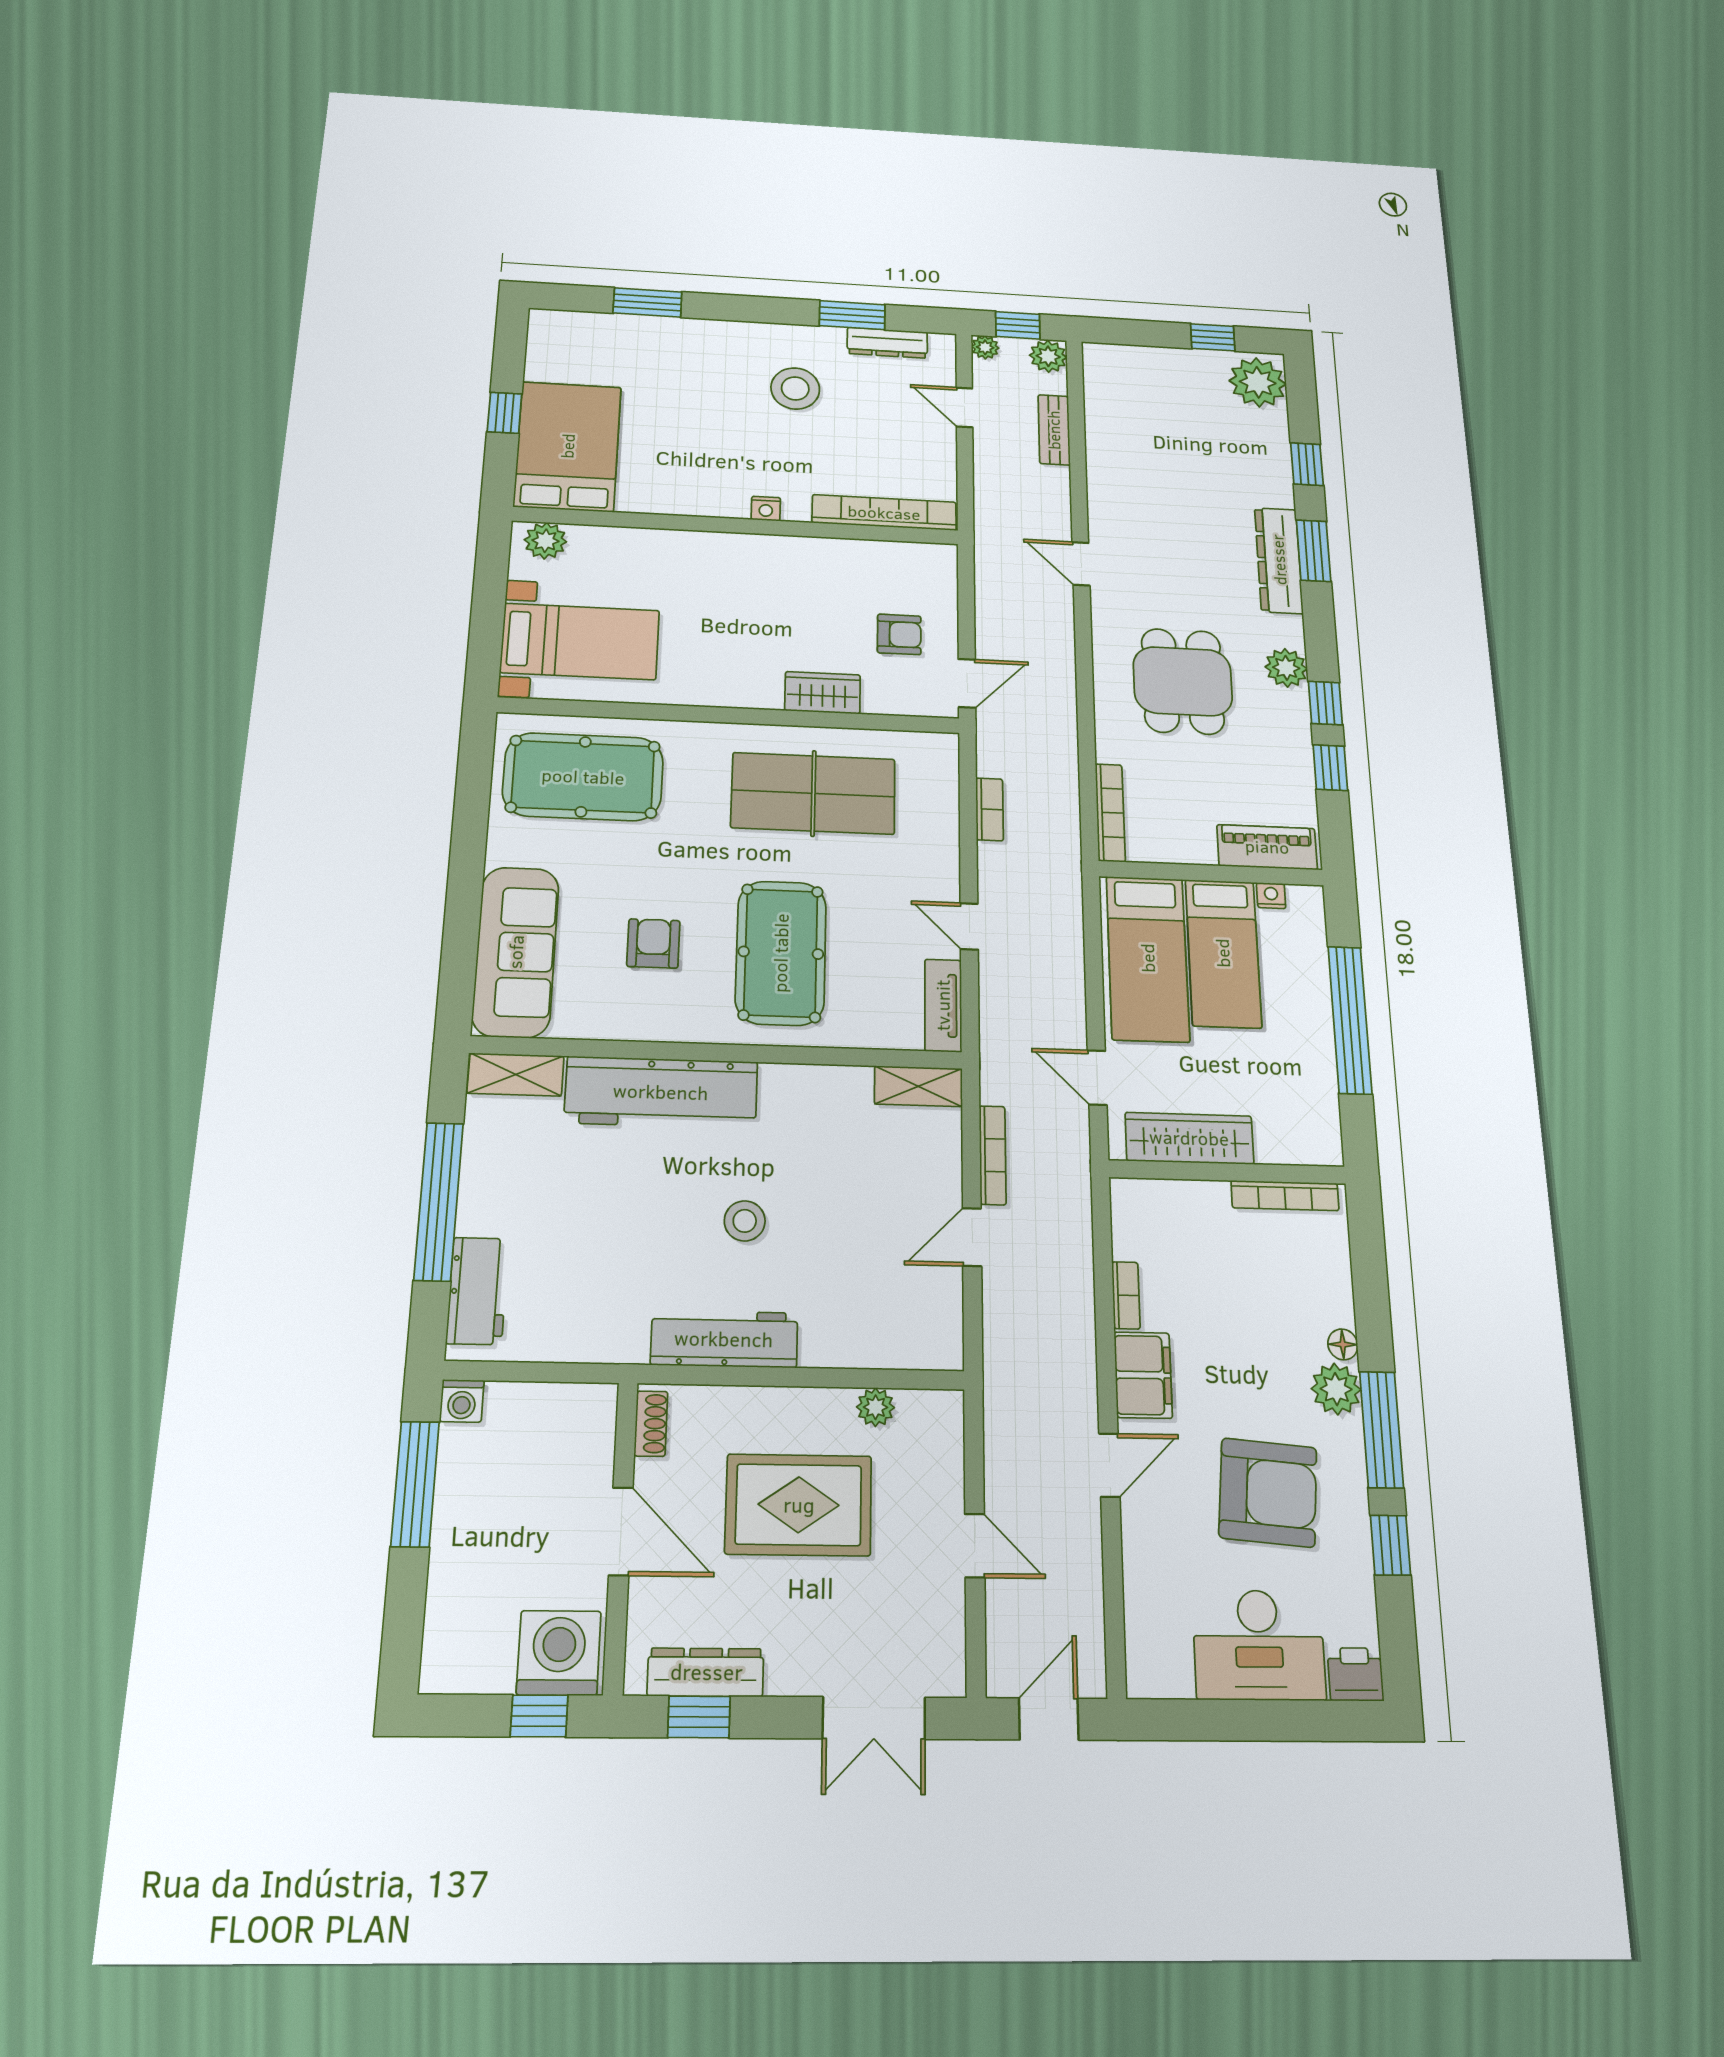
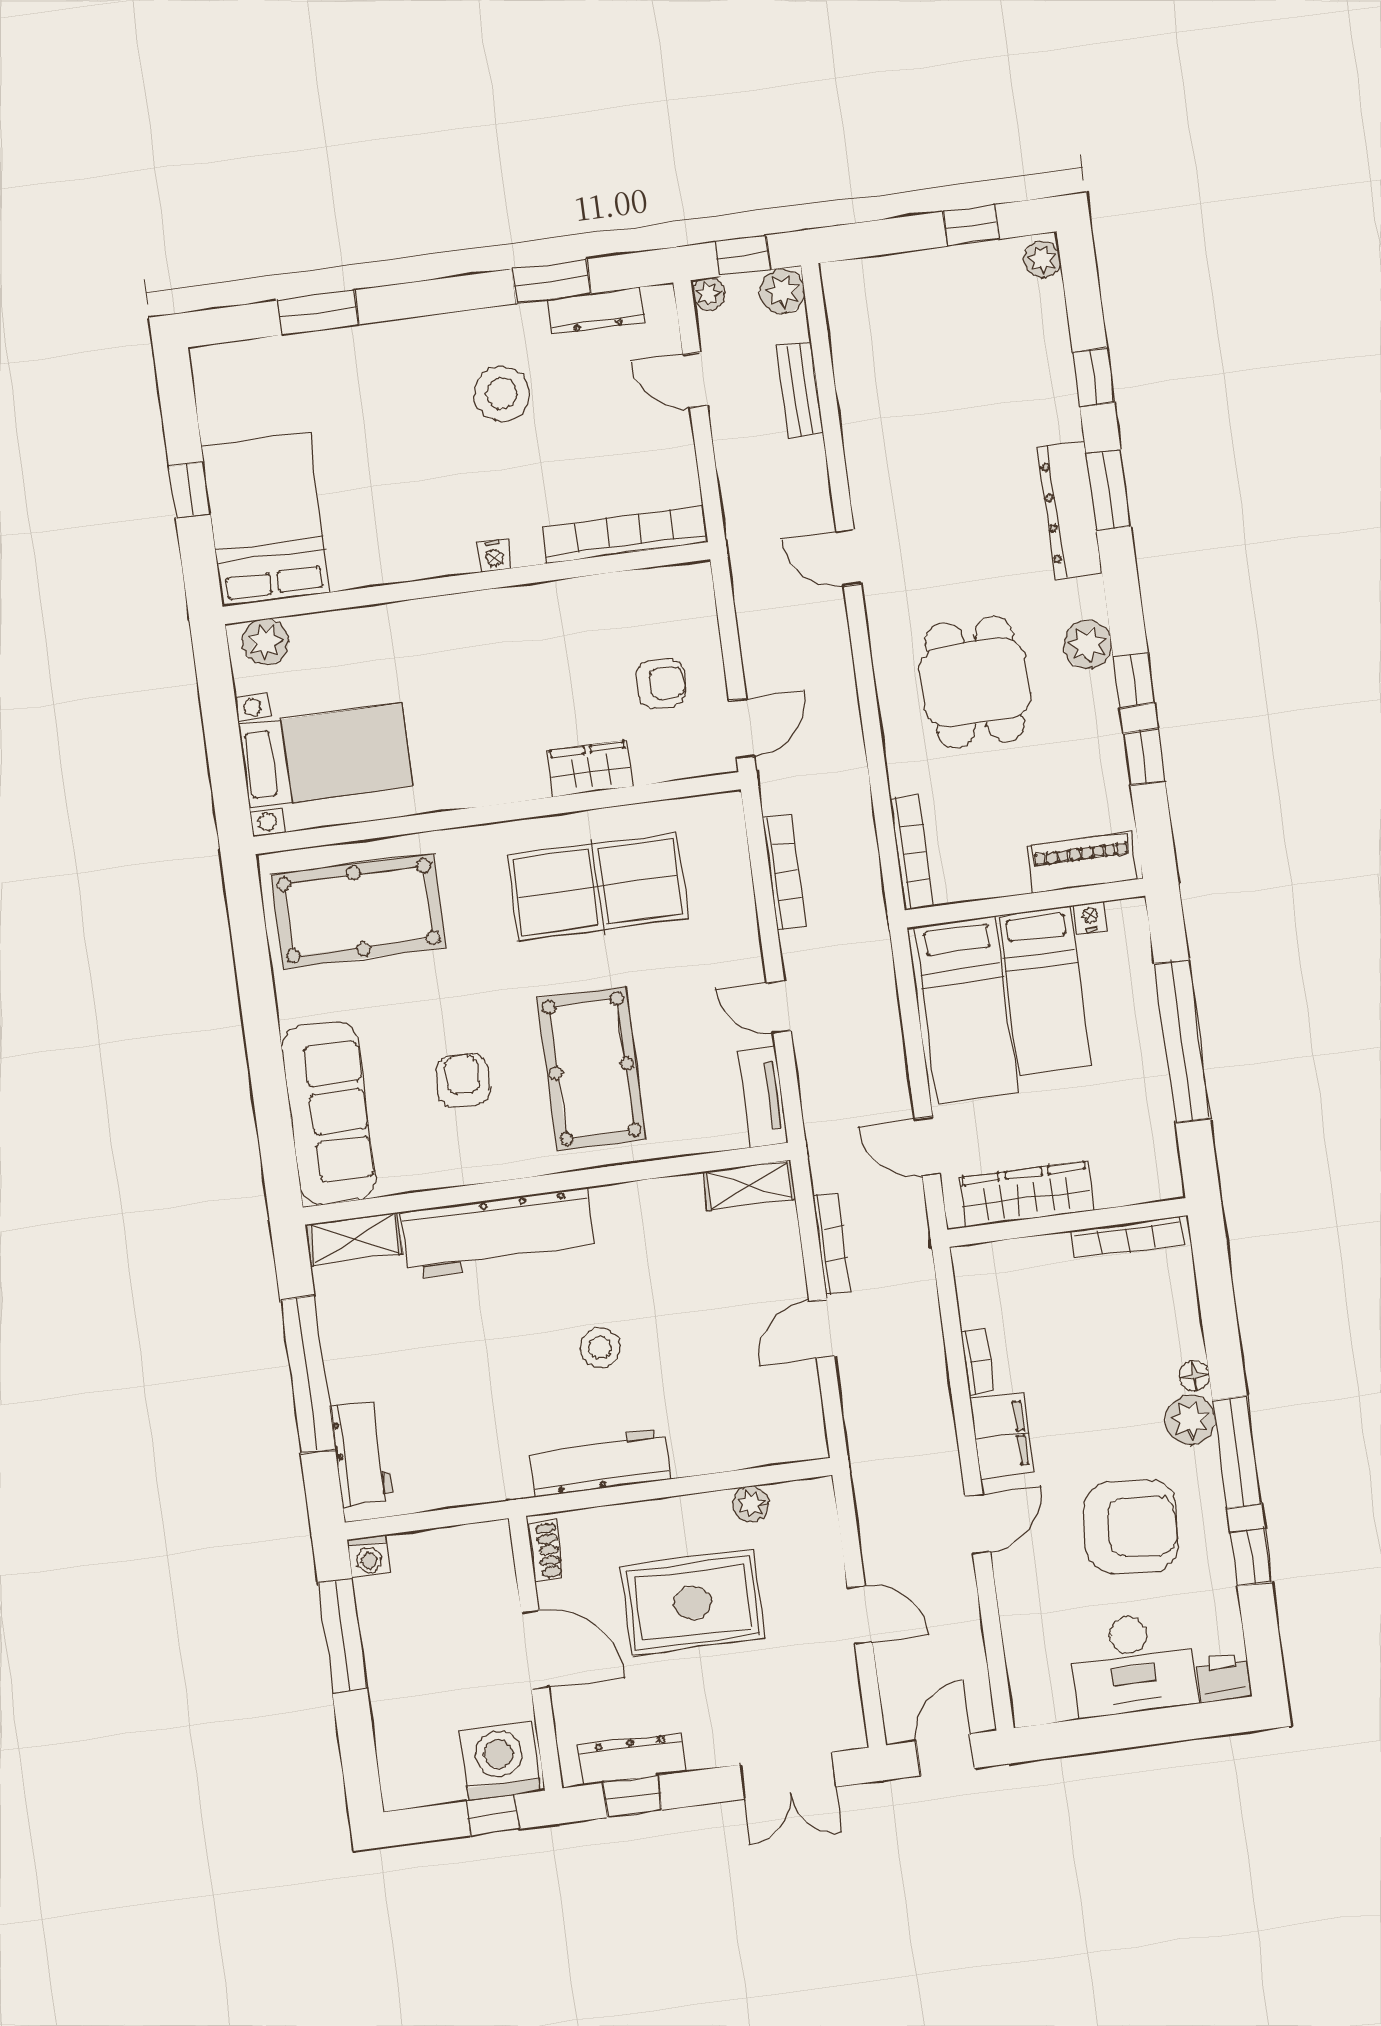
plant: (1258, 382) -> (1042, 259), width x0.53, depth x0.53
bookcase: (990, 809) -> (784, 872), width x1.56

